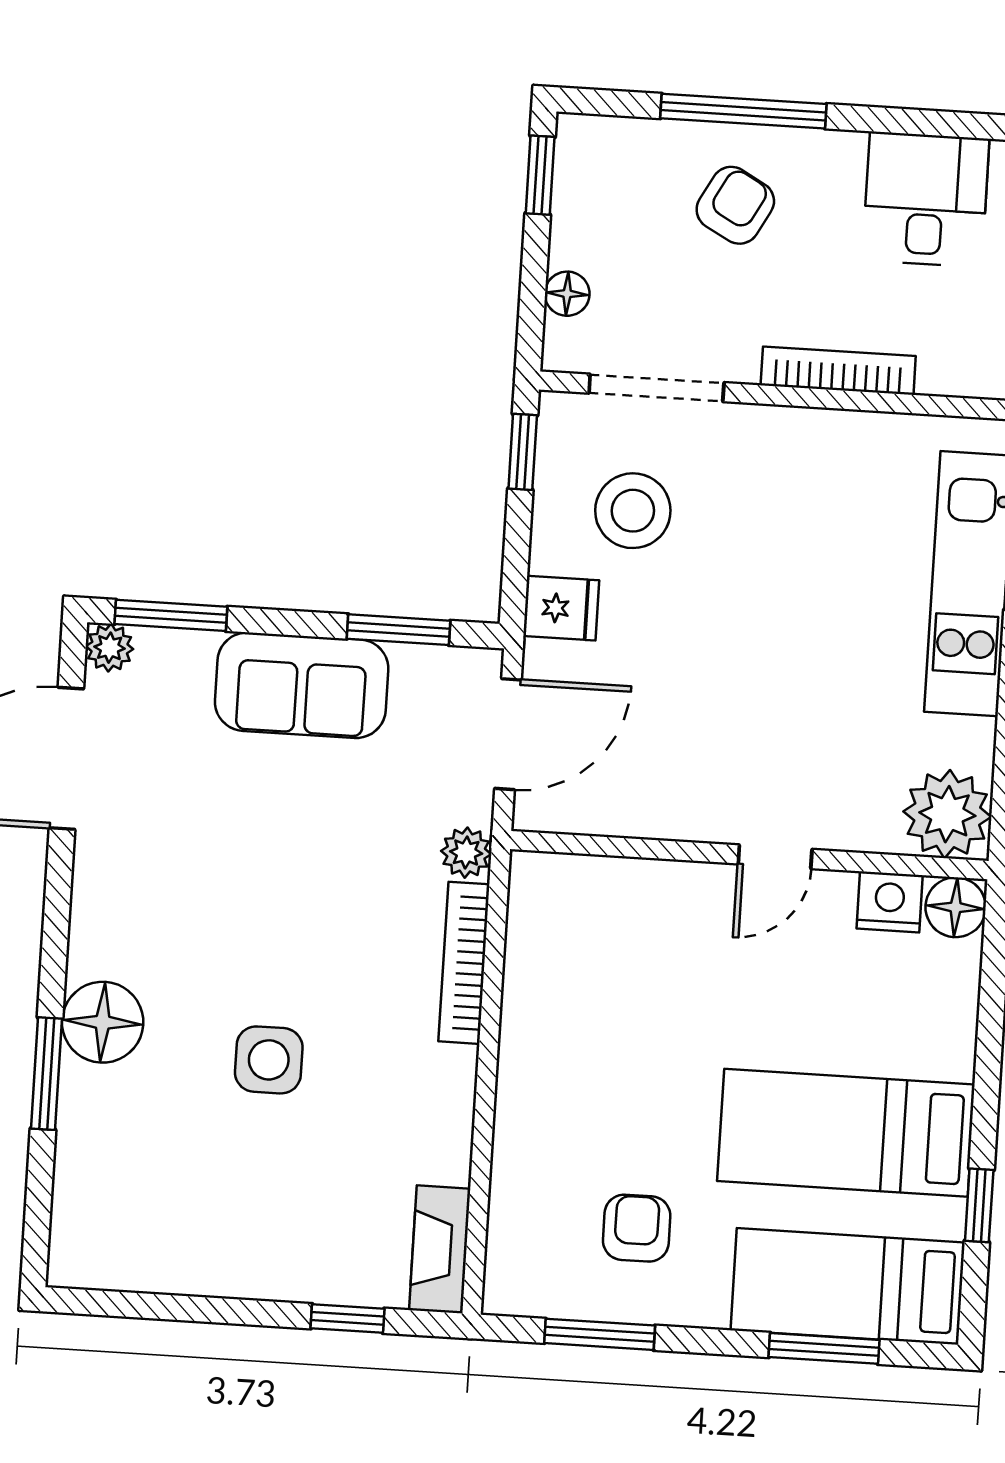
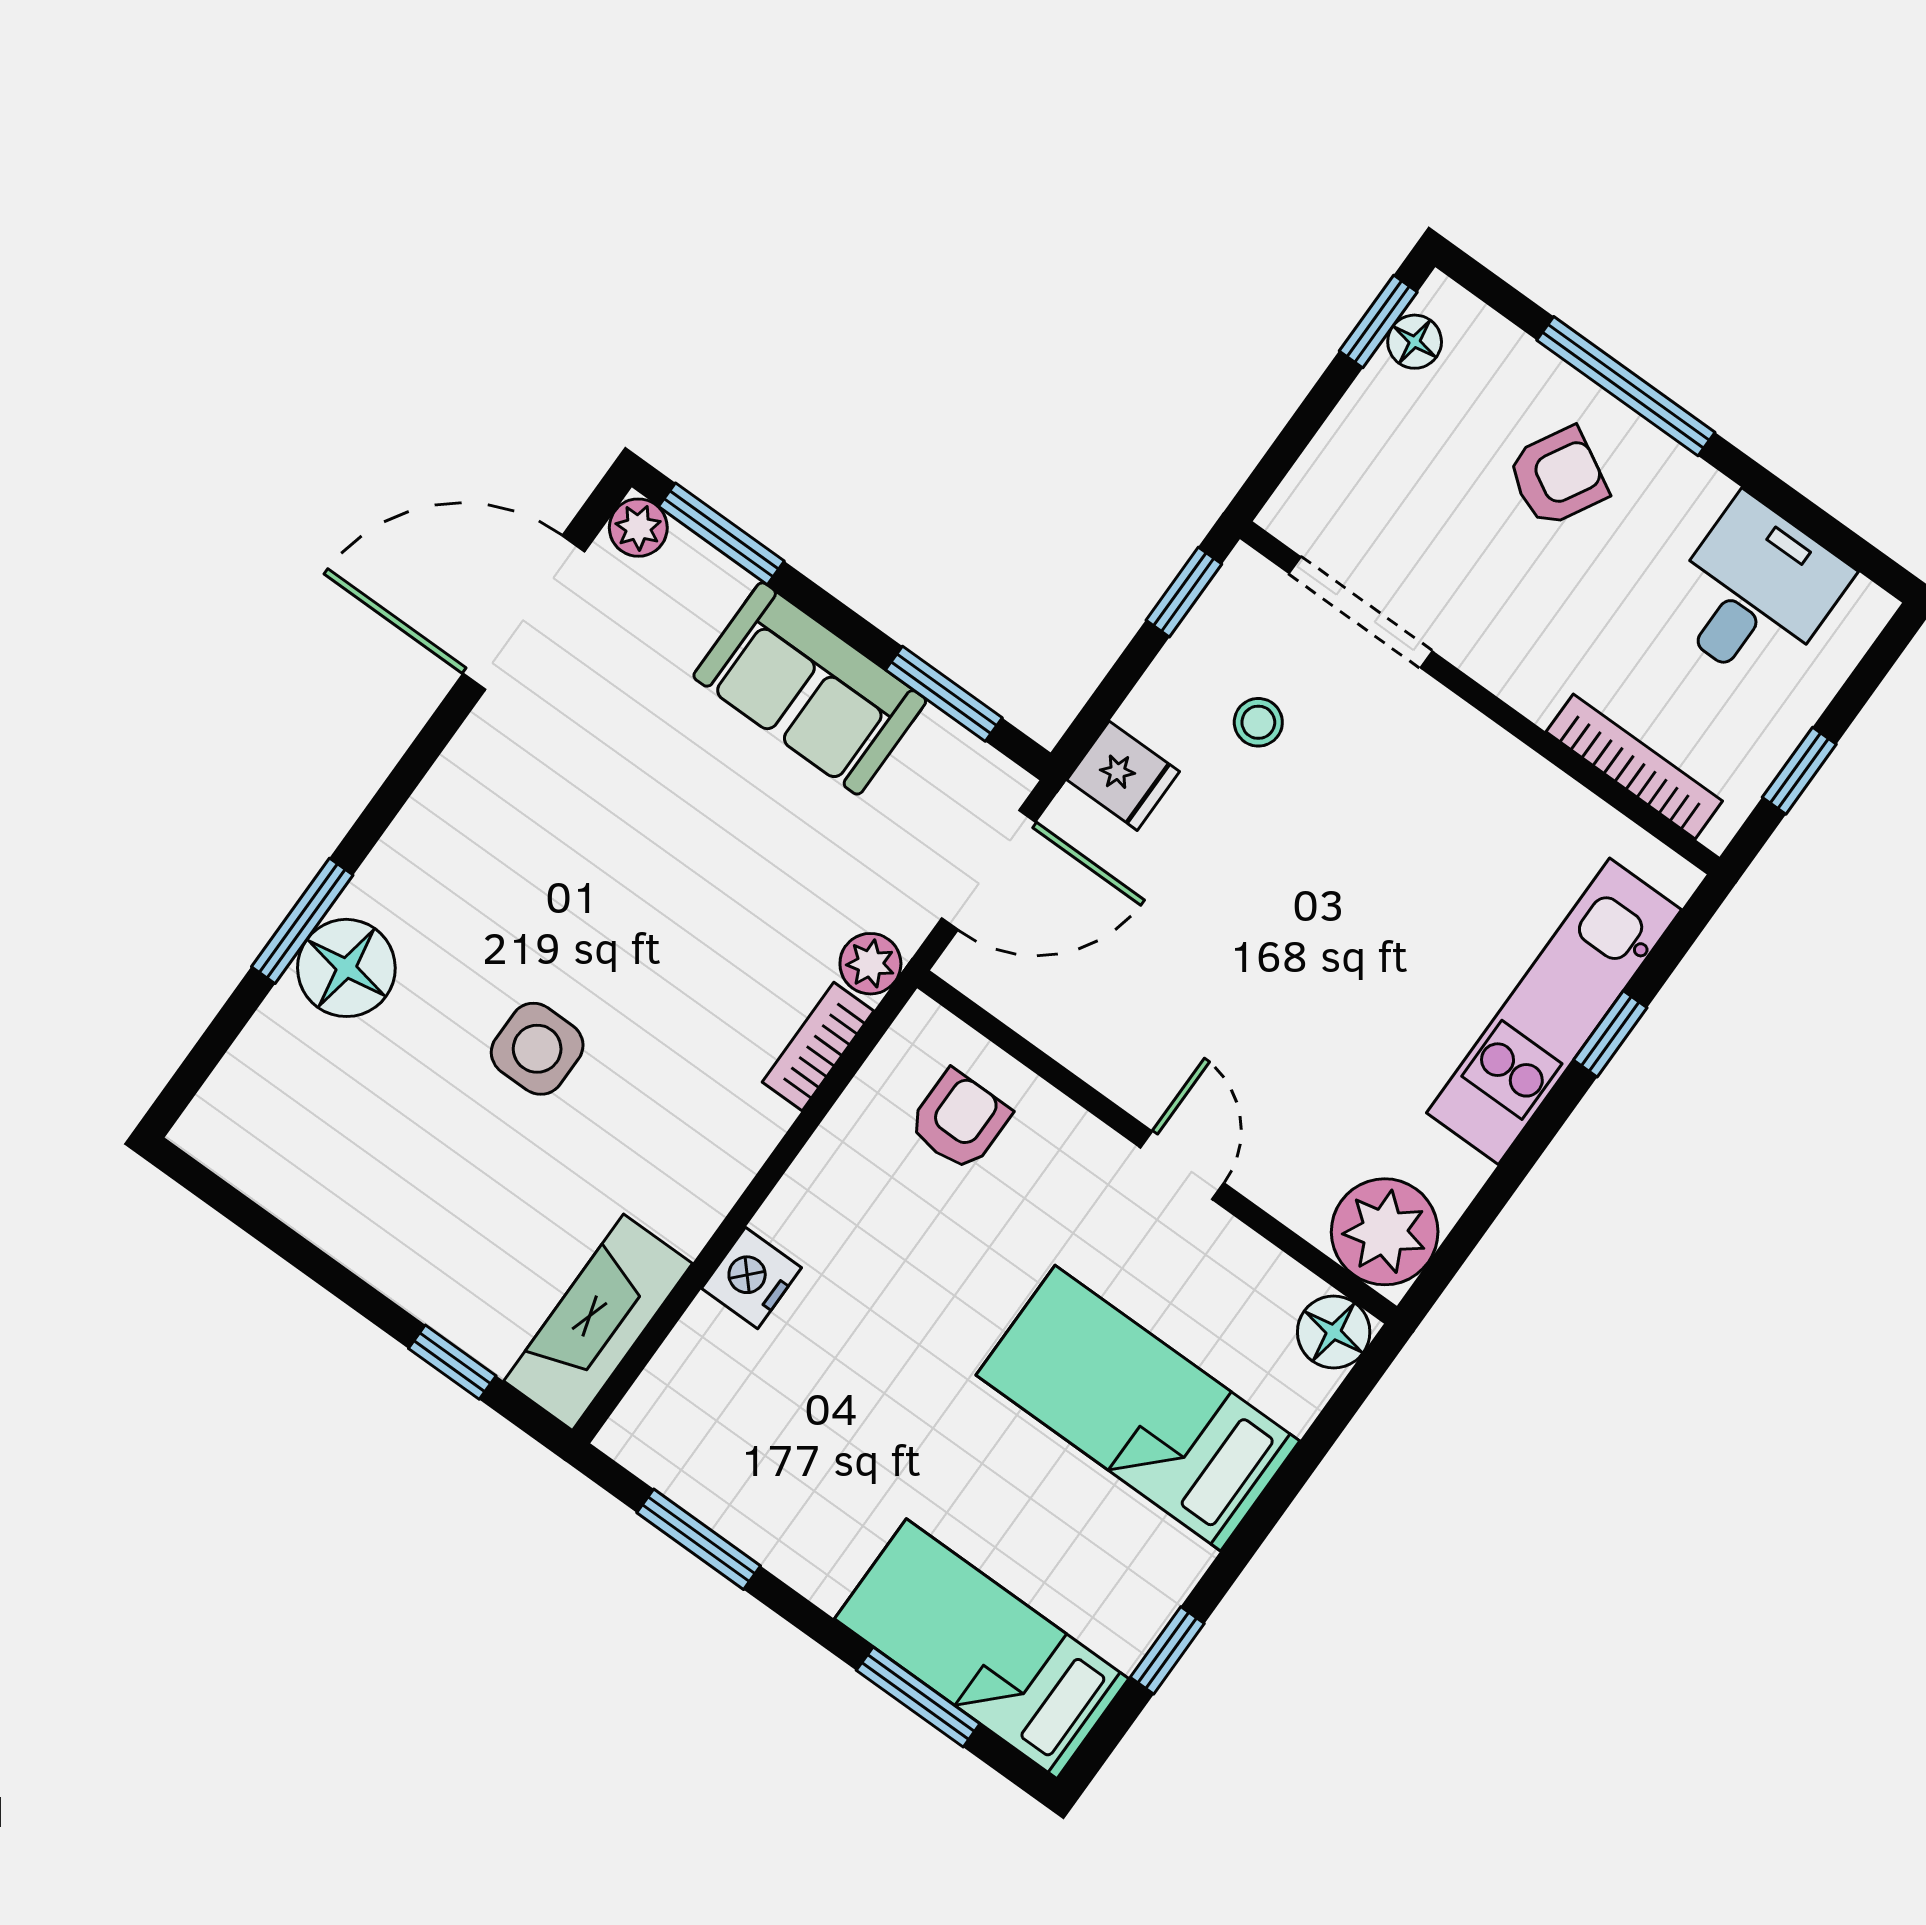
floor lamp: (567, 294) -> (1415, 342), moved
bookcase: (838, 371) -> (1634, 766), moved
stool: (633, 511) -> (1258, 722), width x0.53, depth x0.53
door: (775, 857) -> (1182, 1165), swing flipped
nightstand: (890, 902) -> (752, 1278), moved, turned -90
bookcase: (464, 963) -> (818, 1046), width x0.64
floor lamp: (103, 1022) -> (346, 968), moved
bed: (846, 1133) -> (1138, 1408), moved
armchair: (637, 1228) -> (959, 1120), moved
fireplace: (440, 1249) -> (598, 1322), width x1.37, depth x1.32

